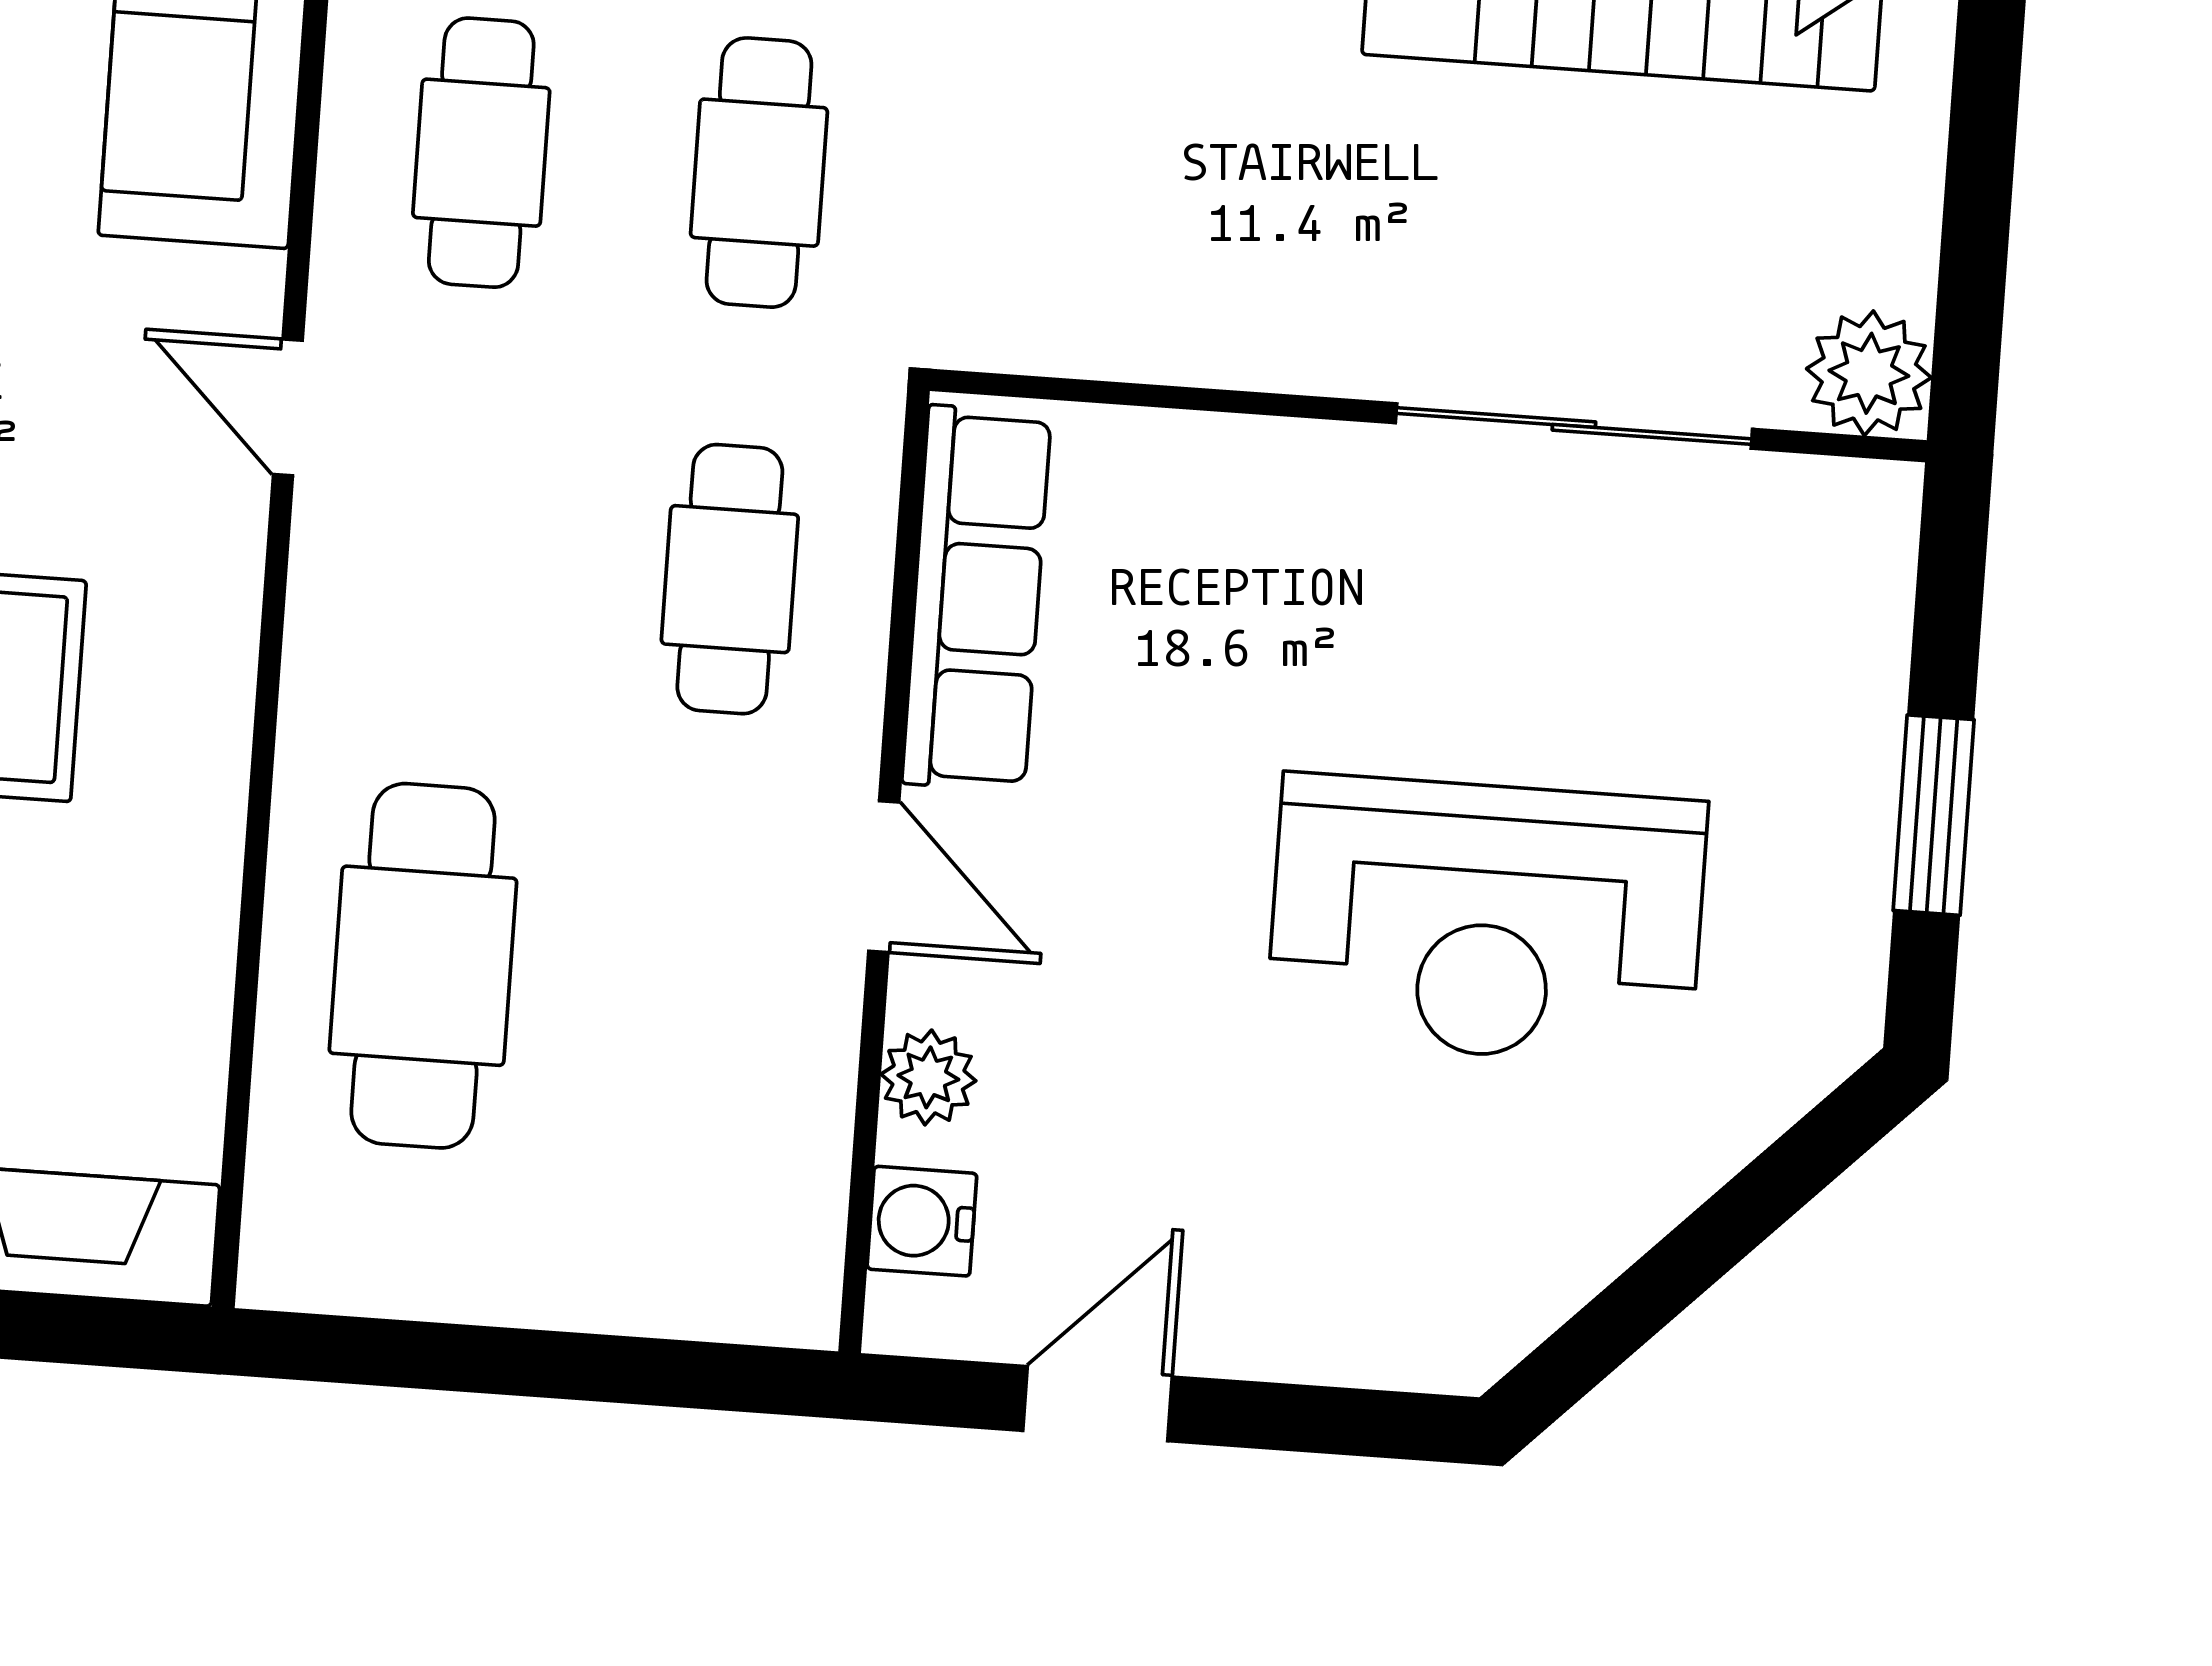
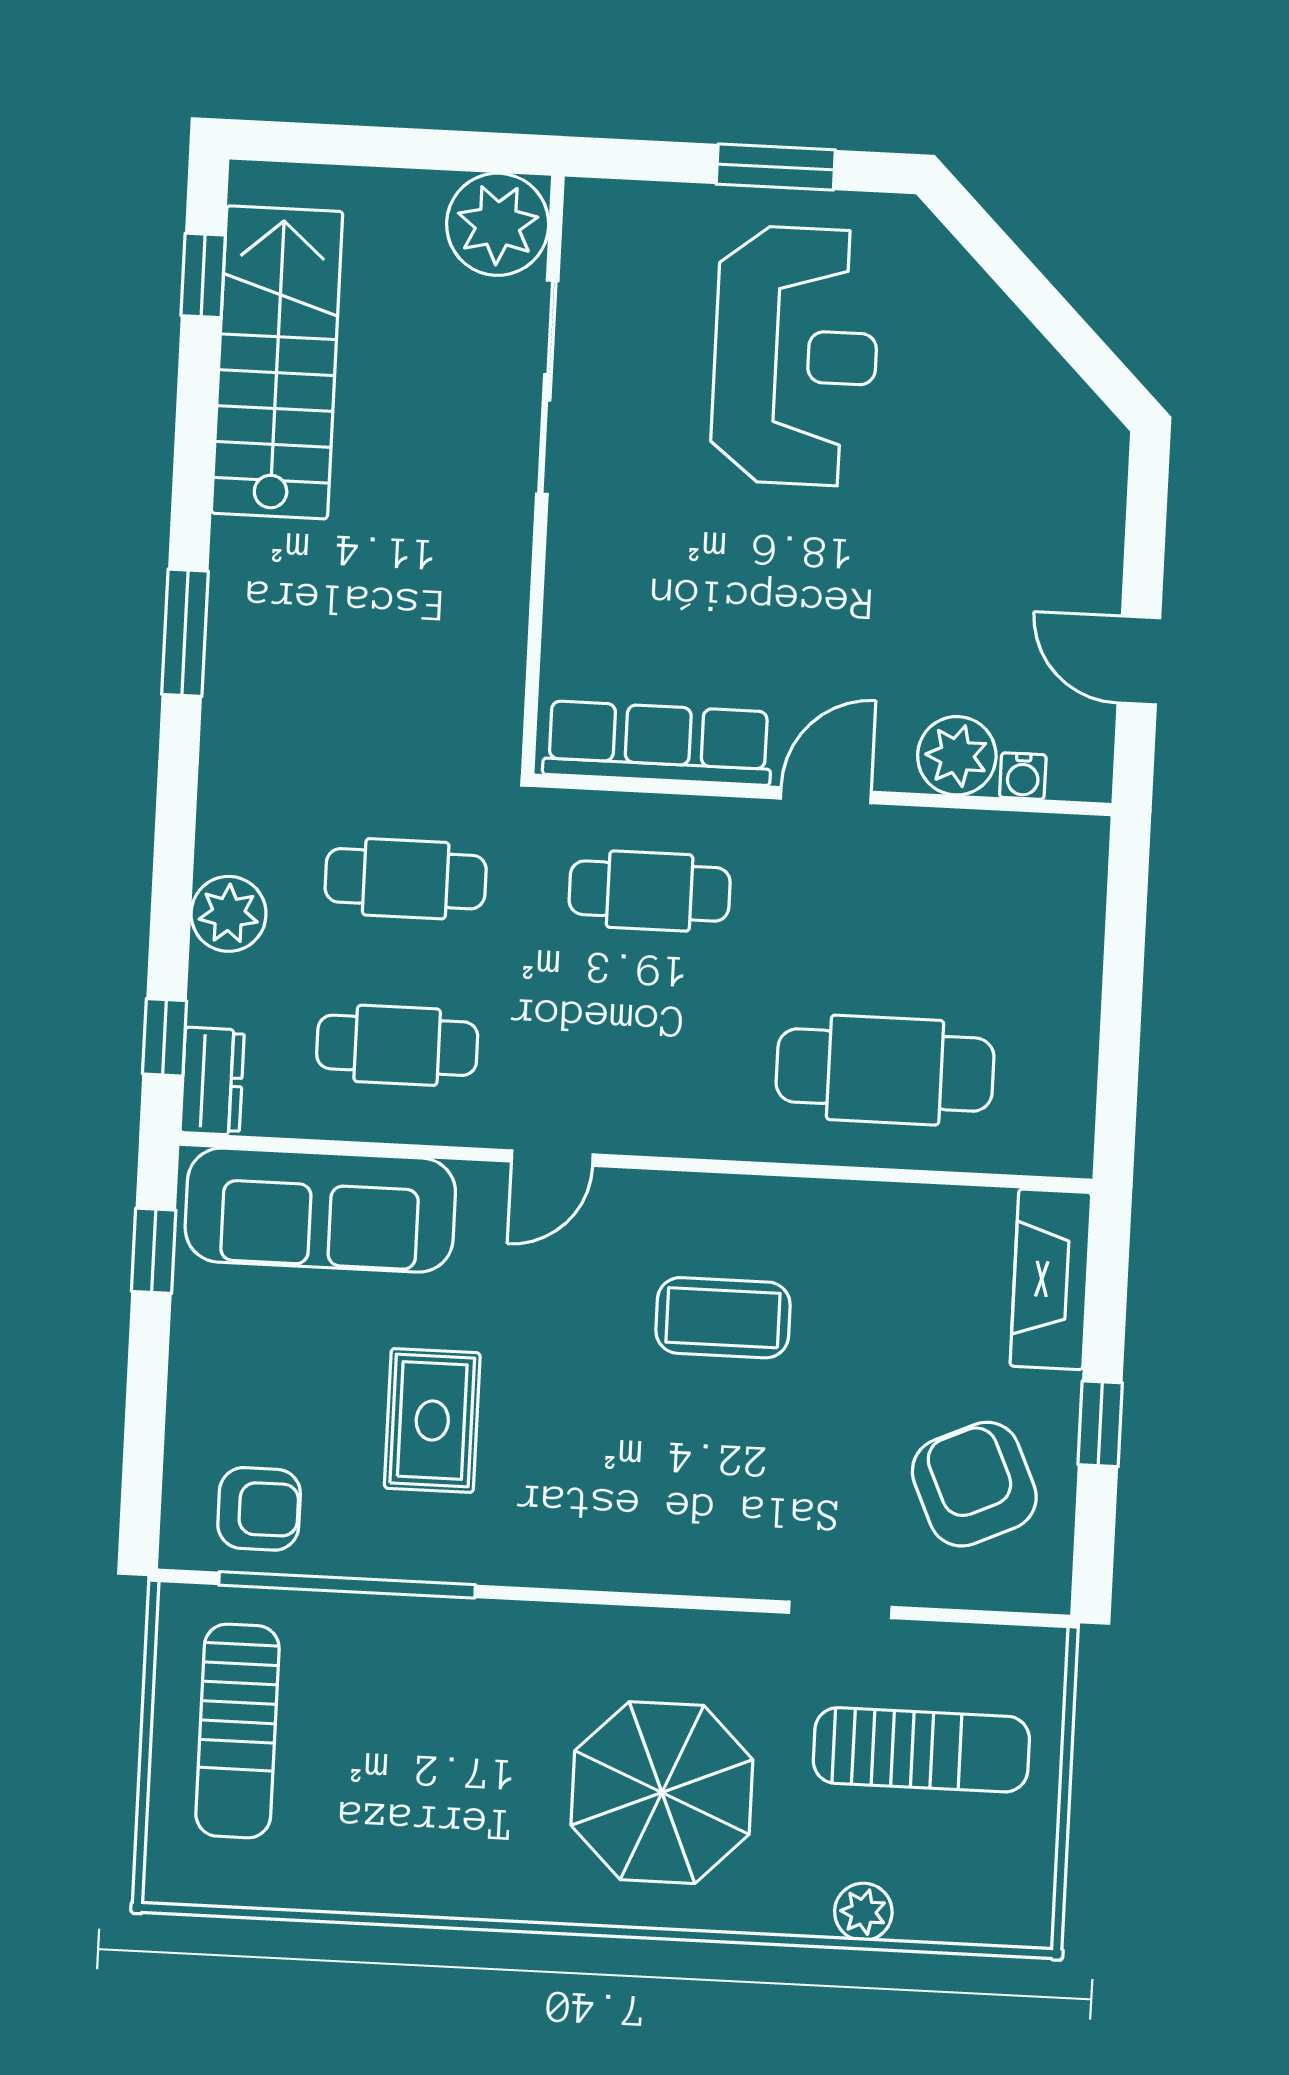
plant: (1869, 373) -> (498, 224), width x1.36, depth x1.36
reception desk: (1487, 920) -> (795, 356), moved
plant: (928, 1077) -> (957, 756), width x1.38, depth x1.38
water cooler: (922, 1221) -> (1023, 776), width x0.72, depth x0.72

